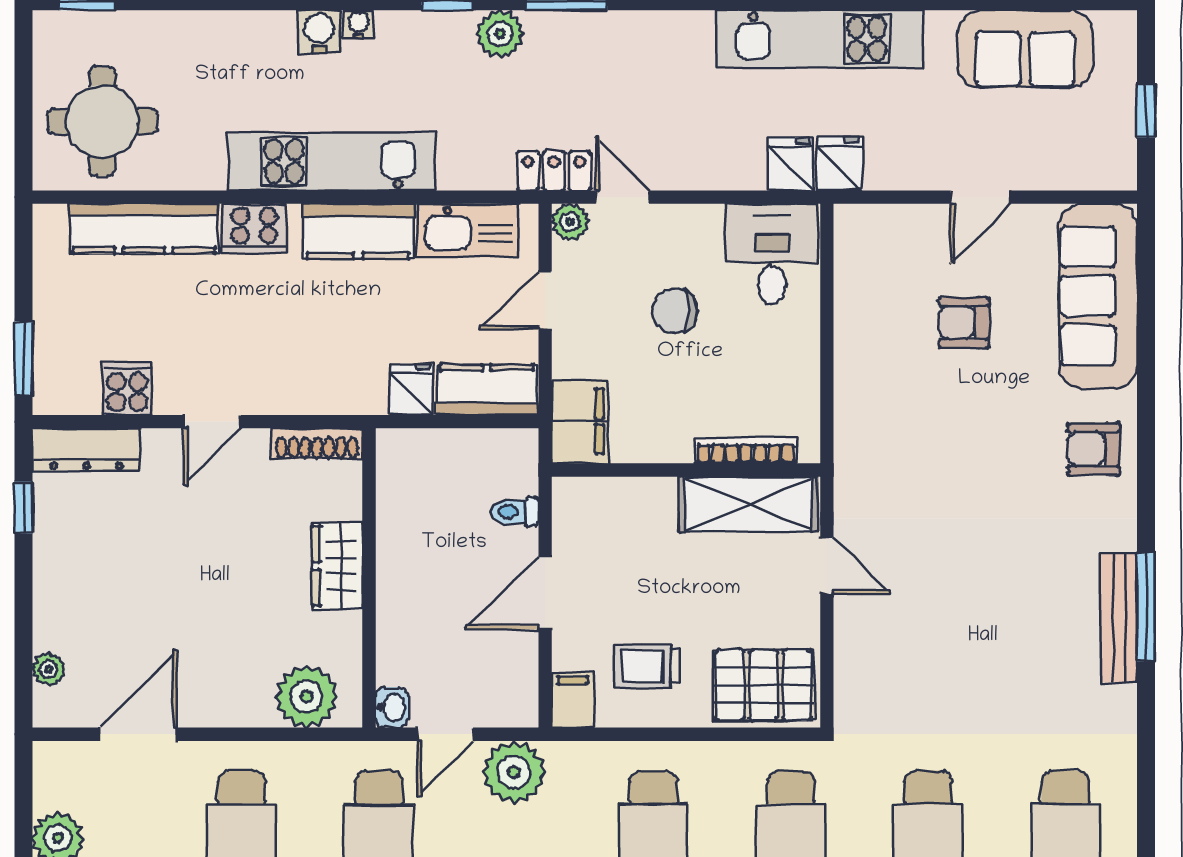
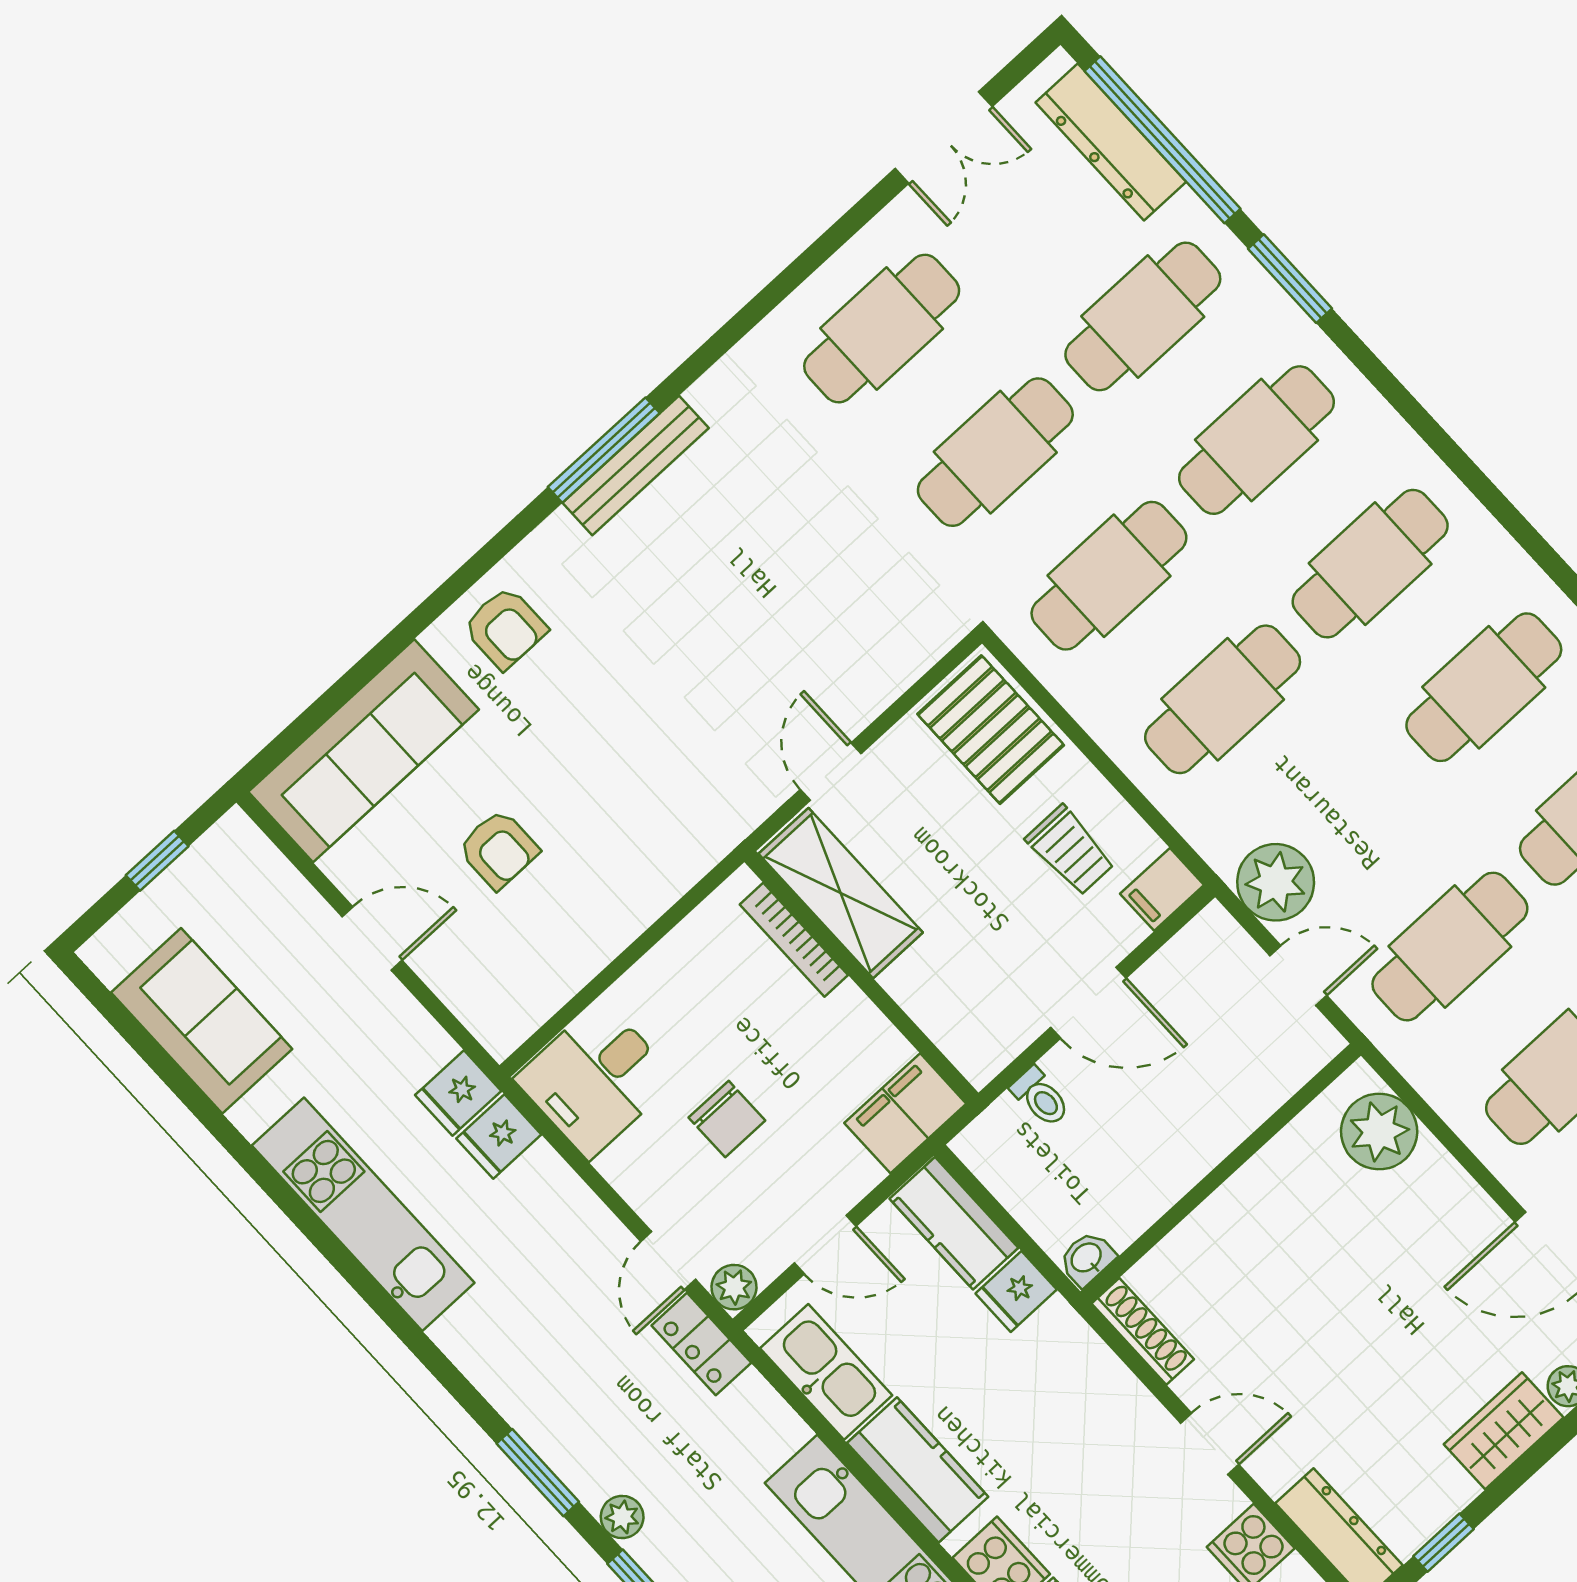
plant: (500, 34) -> (622, 1517), width x0.73, depth x0.73
wardrobe: (337, 566) -> (1504, 1431), moved, turned 180
washbasin: (392, 707) -> (1087, 1258), moved

